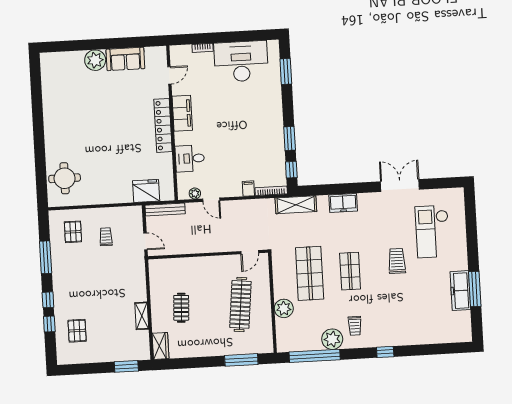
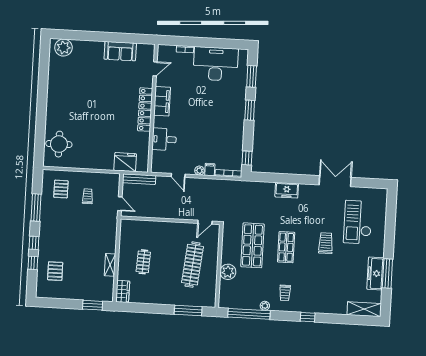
plant: (95, 60) -> (63, 48), moved
window: (290, 138) -> (250, 110), moved
plant: (195, 193) -> (199, 171), moved
shelving: (296, 205) -> (364, 309), moved
plant: (332, 339) -> (265, 306), width x0.53, depth x0.53

